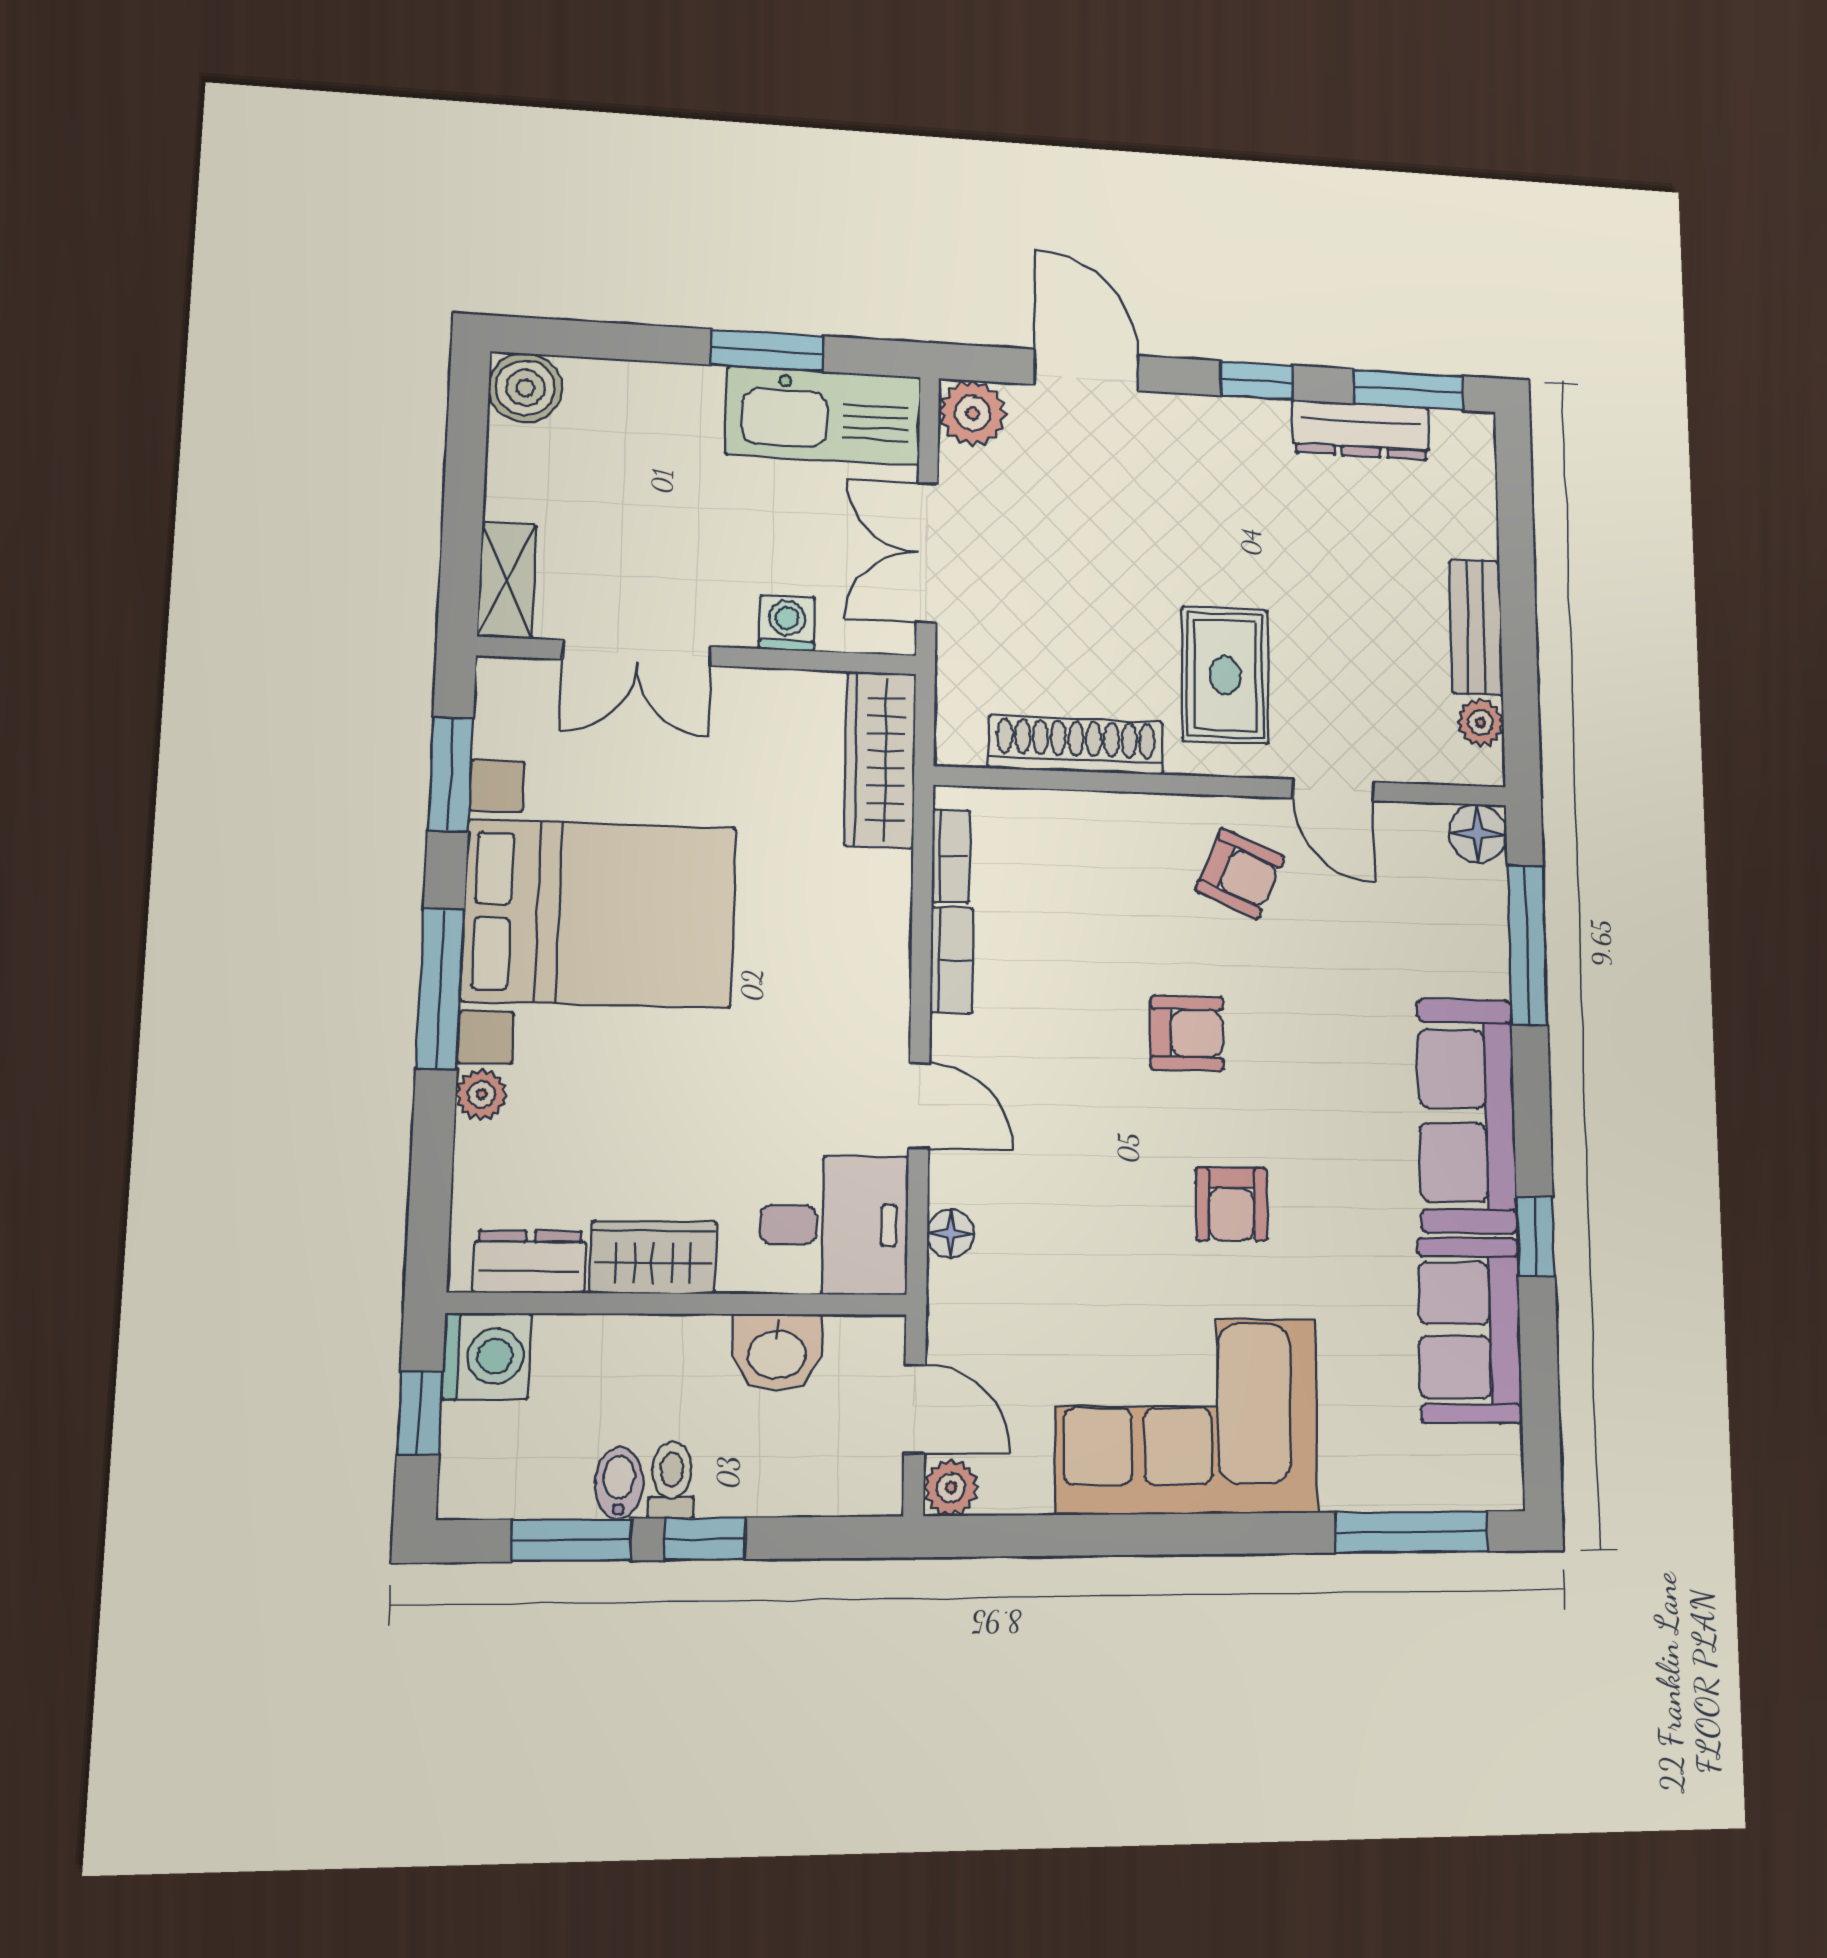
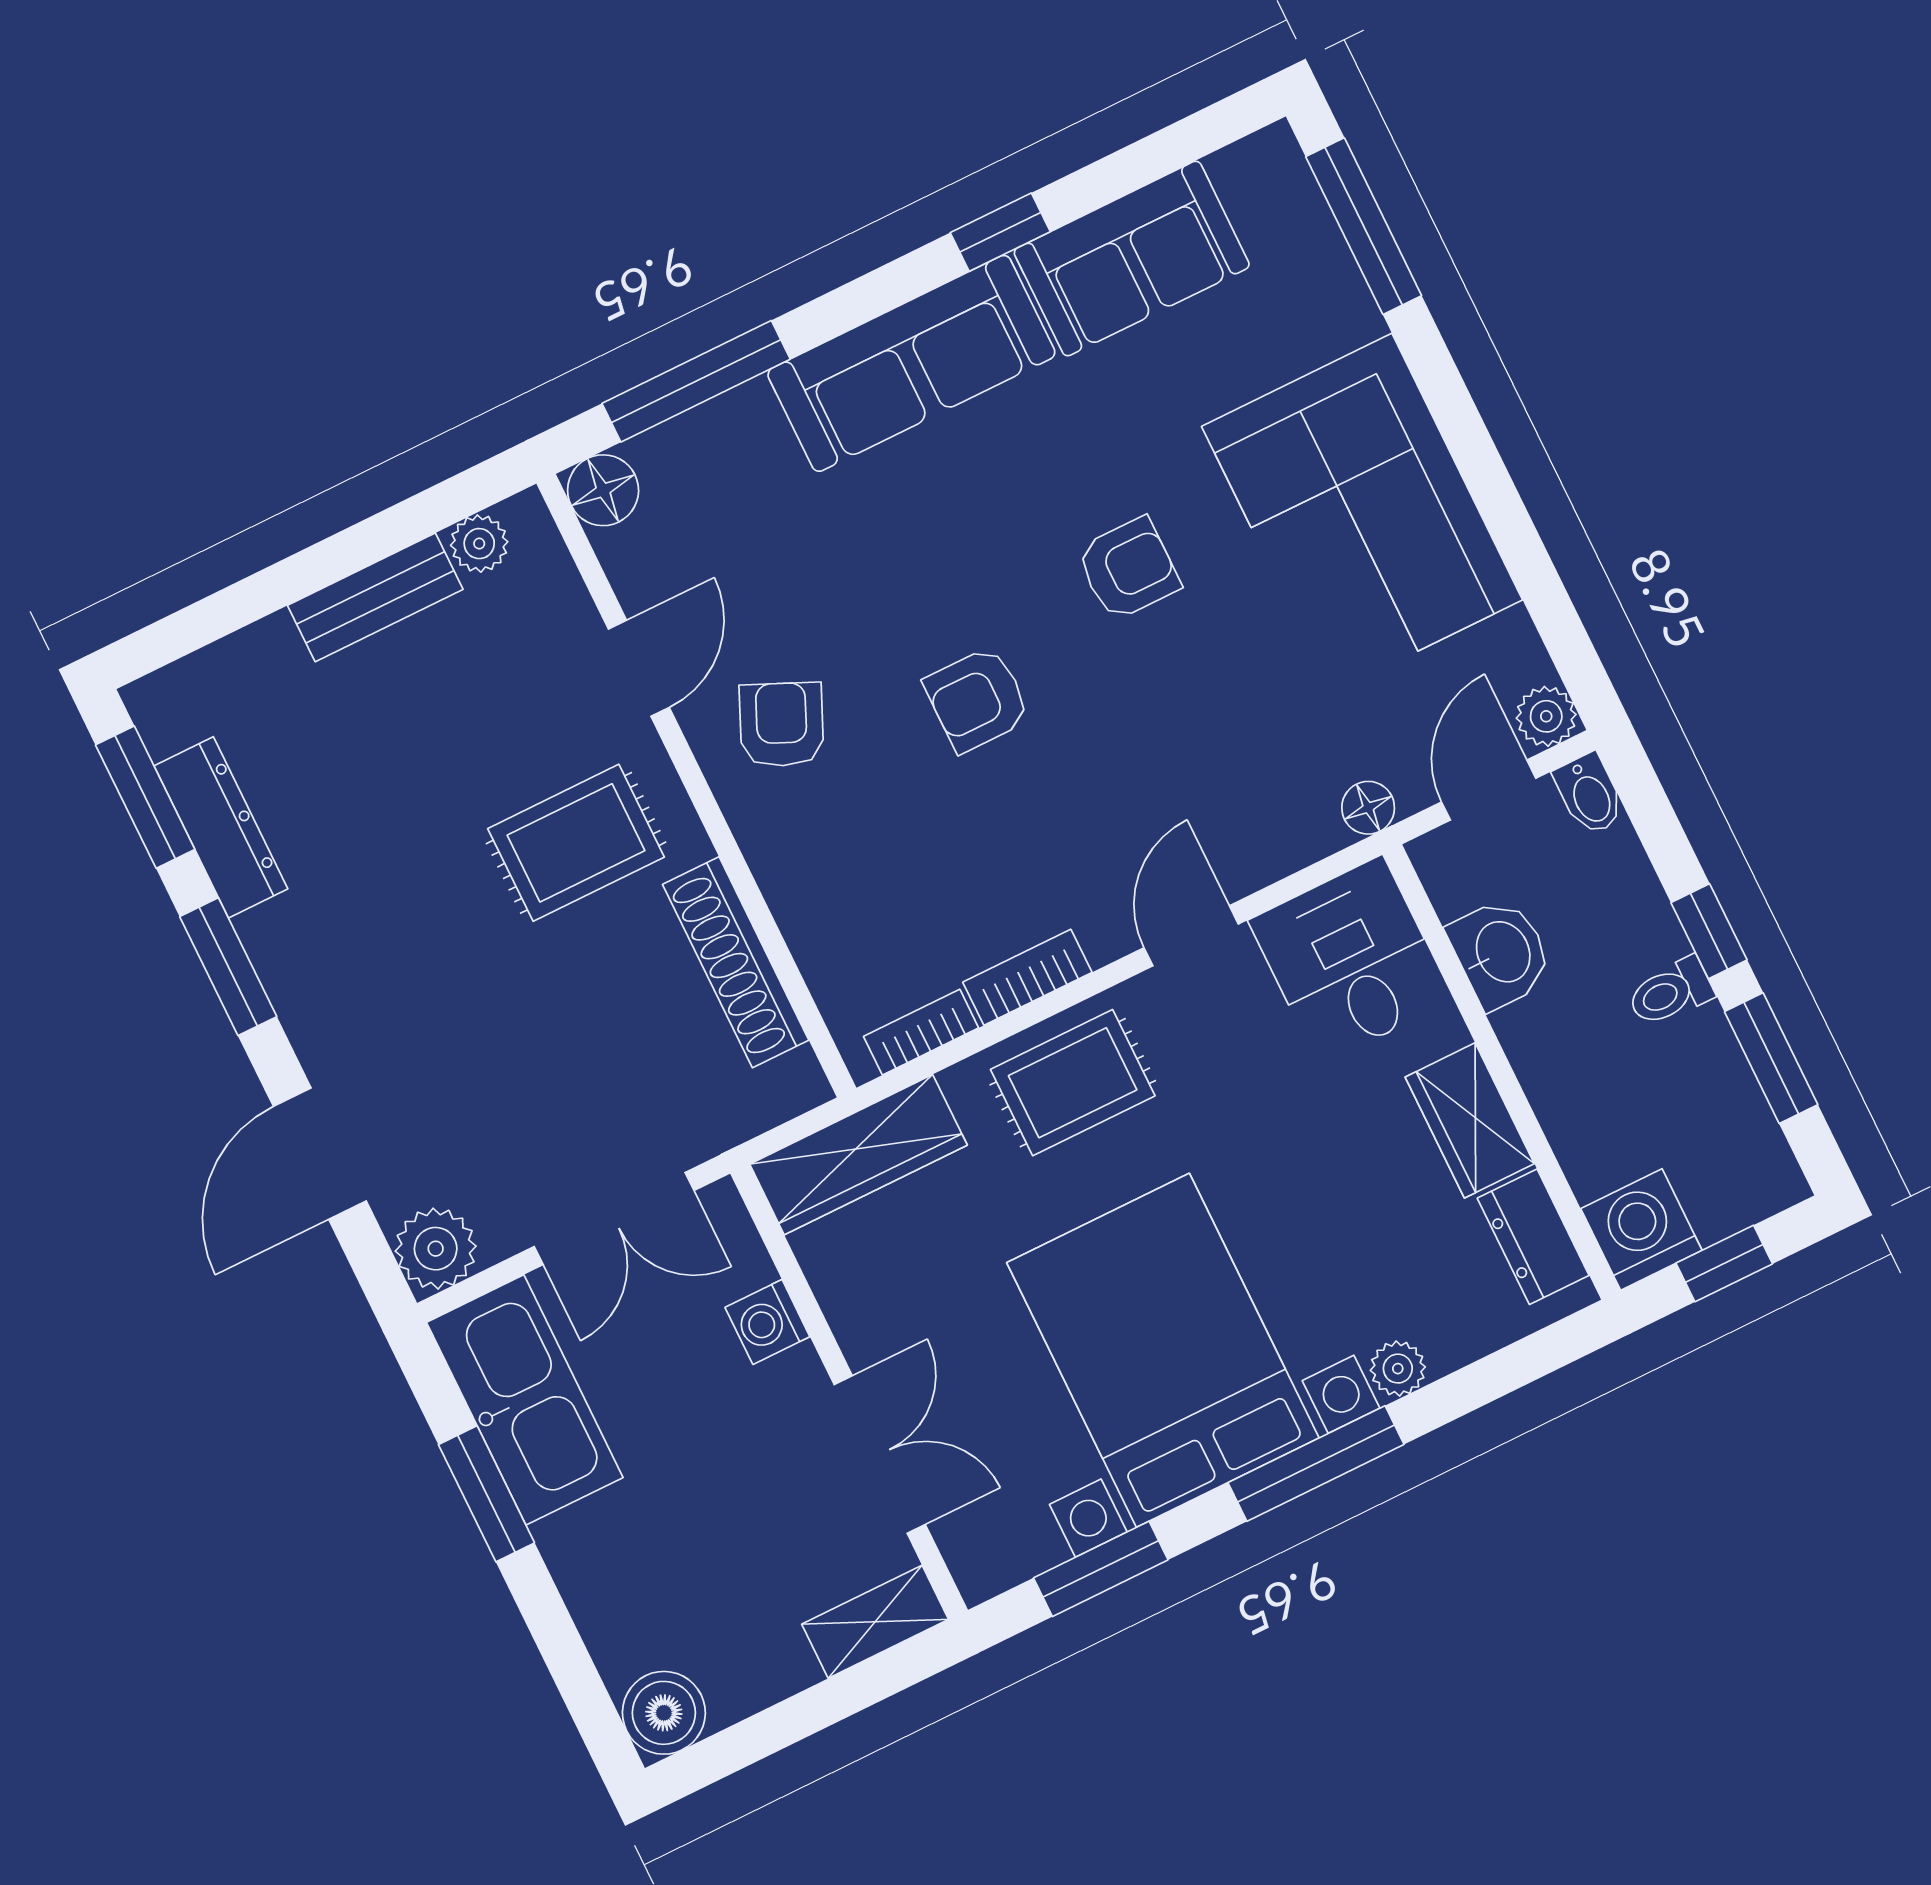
window: (1257, 380) -> (228, 967), width x1.50
rug: (851, 953) -> (1073, 1083), added
armchair: (1187, 1033) -> (977, 699), turned -90
floor lamp: (950, 1234) -> (1368, 808), moved
bidet: (619, 1483) -> (1590, 794), moved, turned -90

